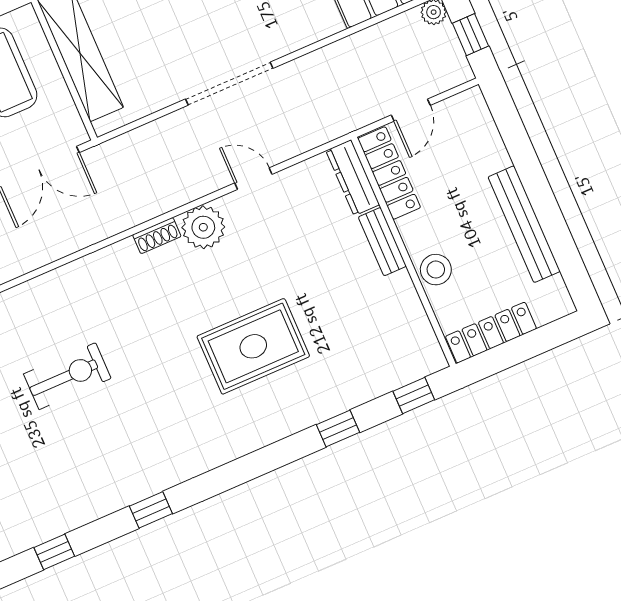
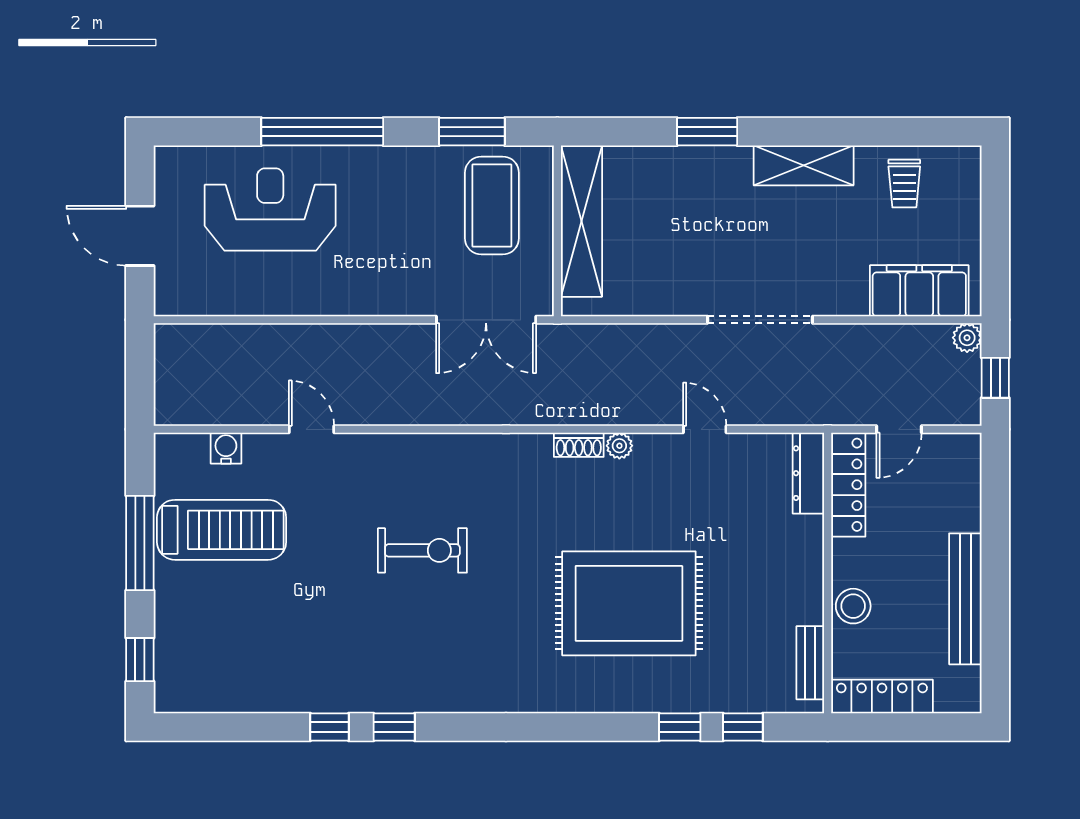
doorway: (229, 84) -> (760, 320), moved
plant: (203, 227) -> (619, 446), width x0.53, depth x0.53
bench: (382, 242) -> (810, 663), moved
rug: (253, 346) -> (629, 603), width x1.37, depth x1.44
window: (414, 396) -> (743, 727), moved
window: (151, 510) -> (394, 727), moved

